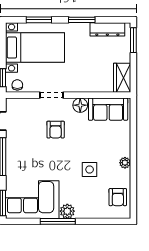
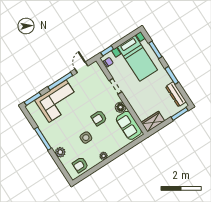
armchair: (56, 130) -> (99, 118), moved
corner sofa: (32, 200) -> (58, 101), moved, turned 90
plant: (67, 211) -> (60, 152), moved

